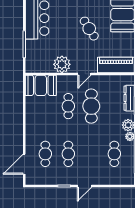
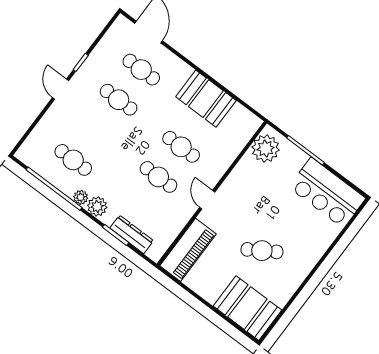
plant: (62, 64) -> (266, 149), moved
booth: (41, 85) -> (206, 99), moved, turned 90
cafe table: (91, 106) -> (158, 177), width x0.73, depth x0.74

